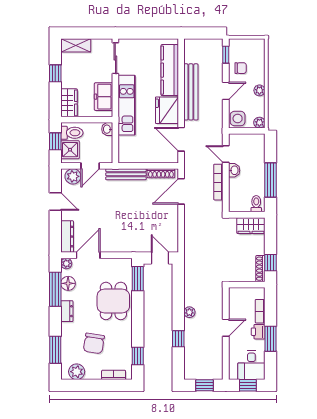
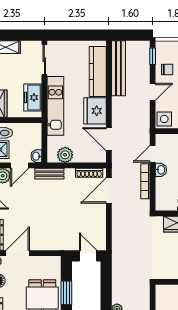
bench: (191, 92) -> (118, 68), moved
washbasin: (107, 129) -> (36, 156), moved
door: (226, 154) -> (153, 154), hinge flipped
plant: (136, 155) -> (65, 155), added
bench: (126, 174) -> (49, 174), width x0.73
window: (138, 279) -> (66, 293), moved

